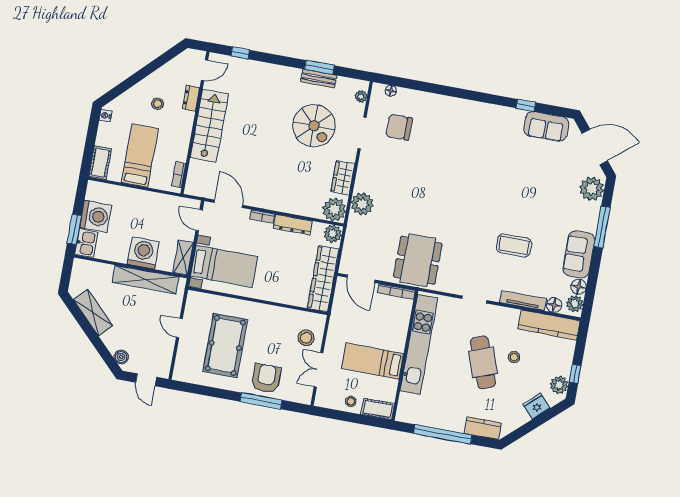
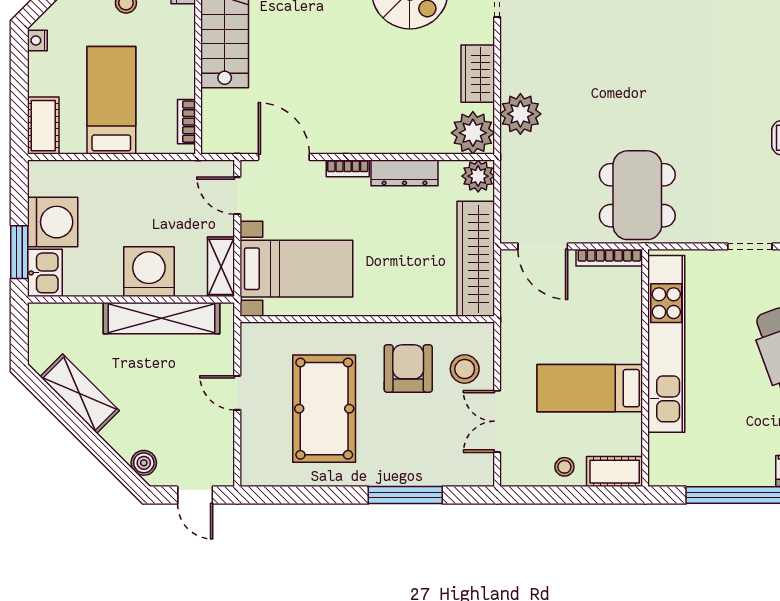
armchair: (266, 378) -> (408, 368), moved

